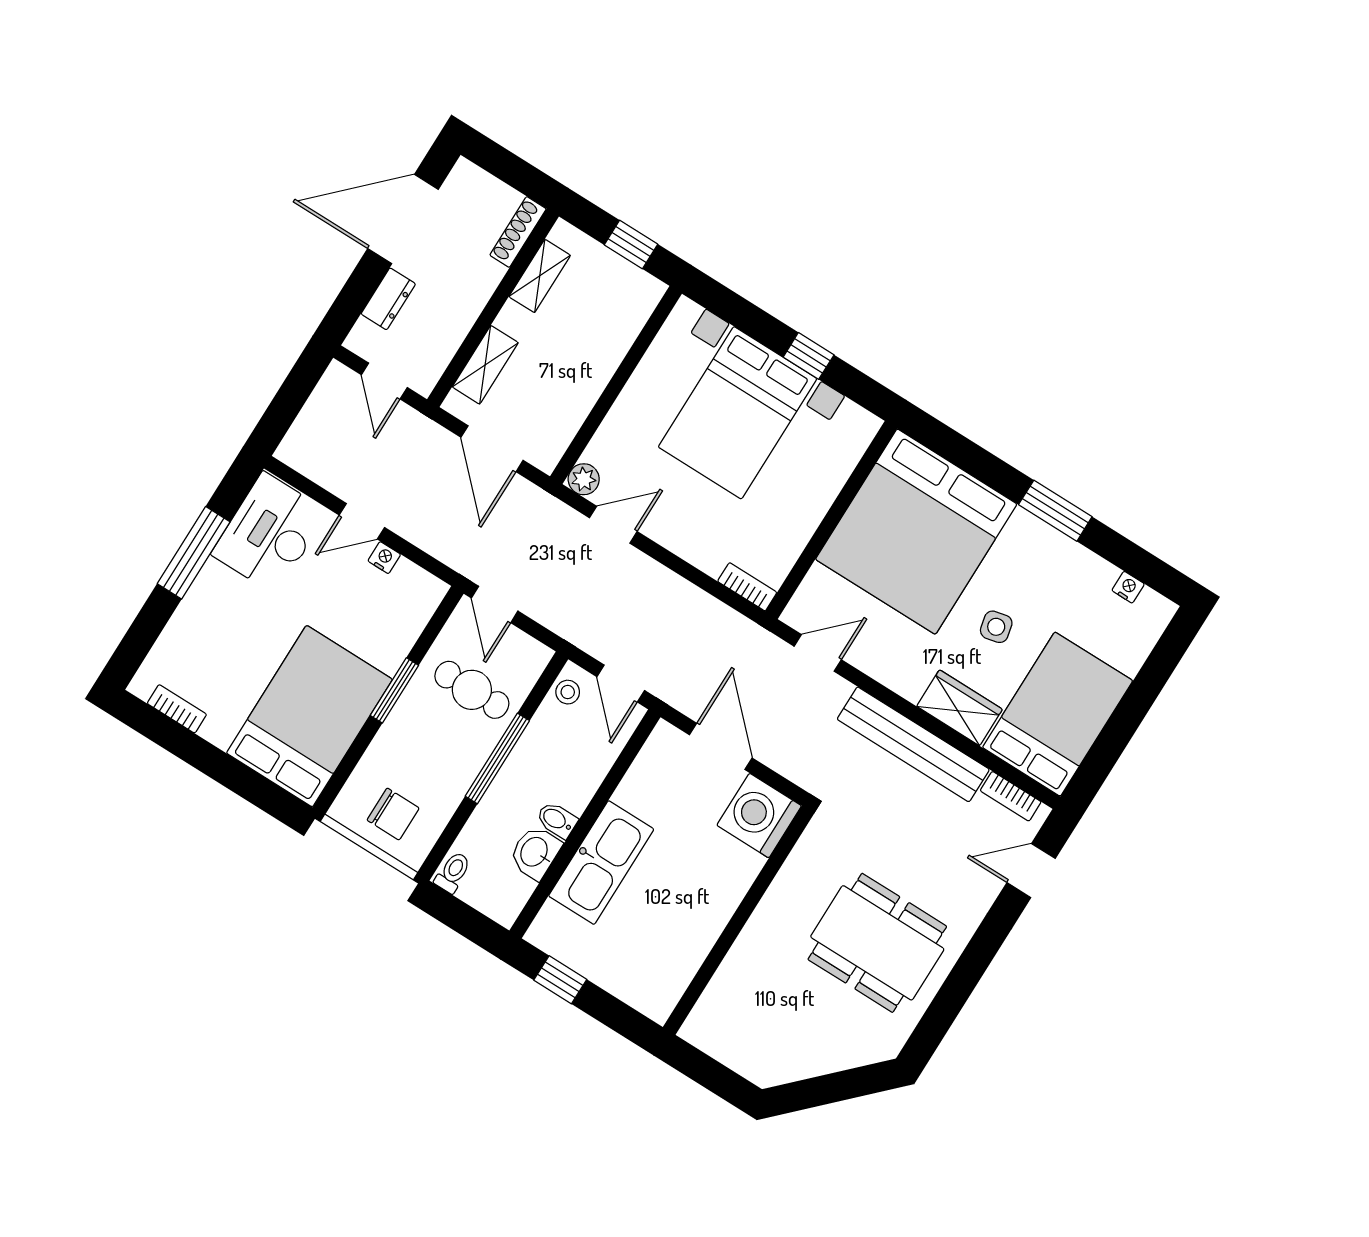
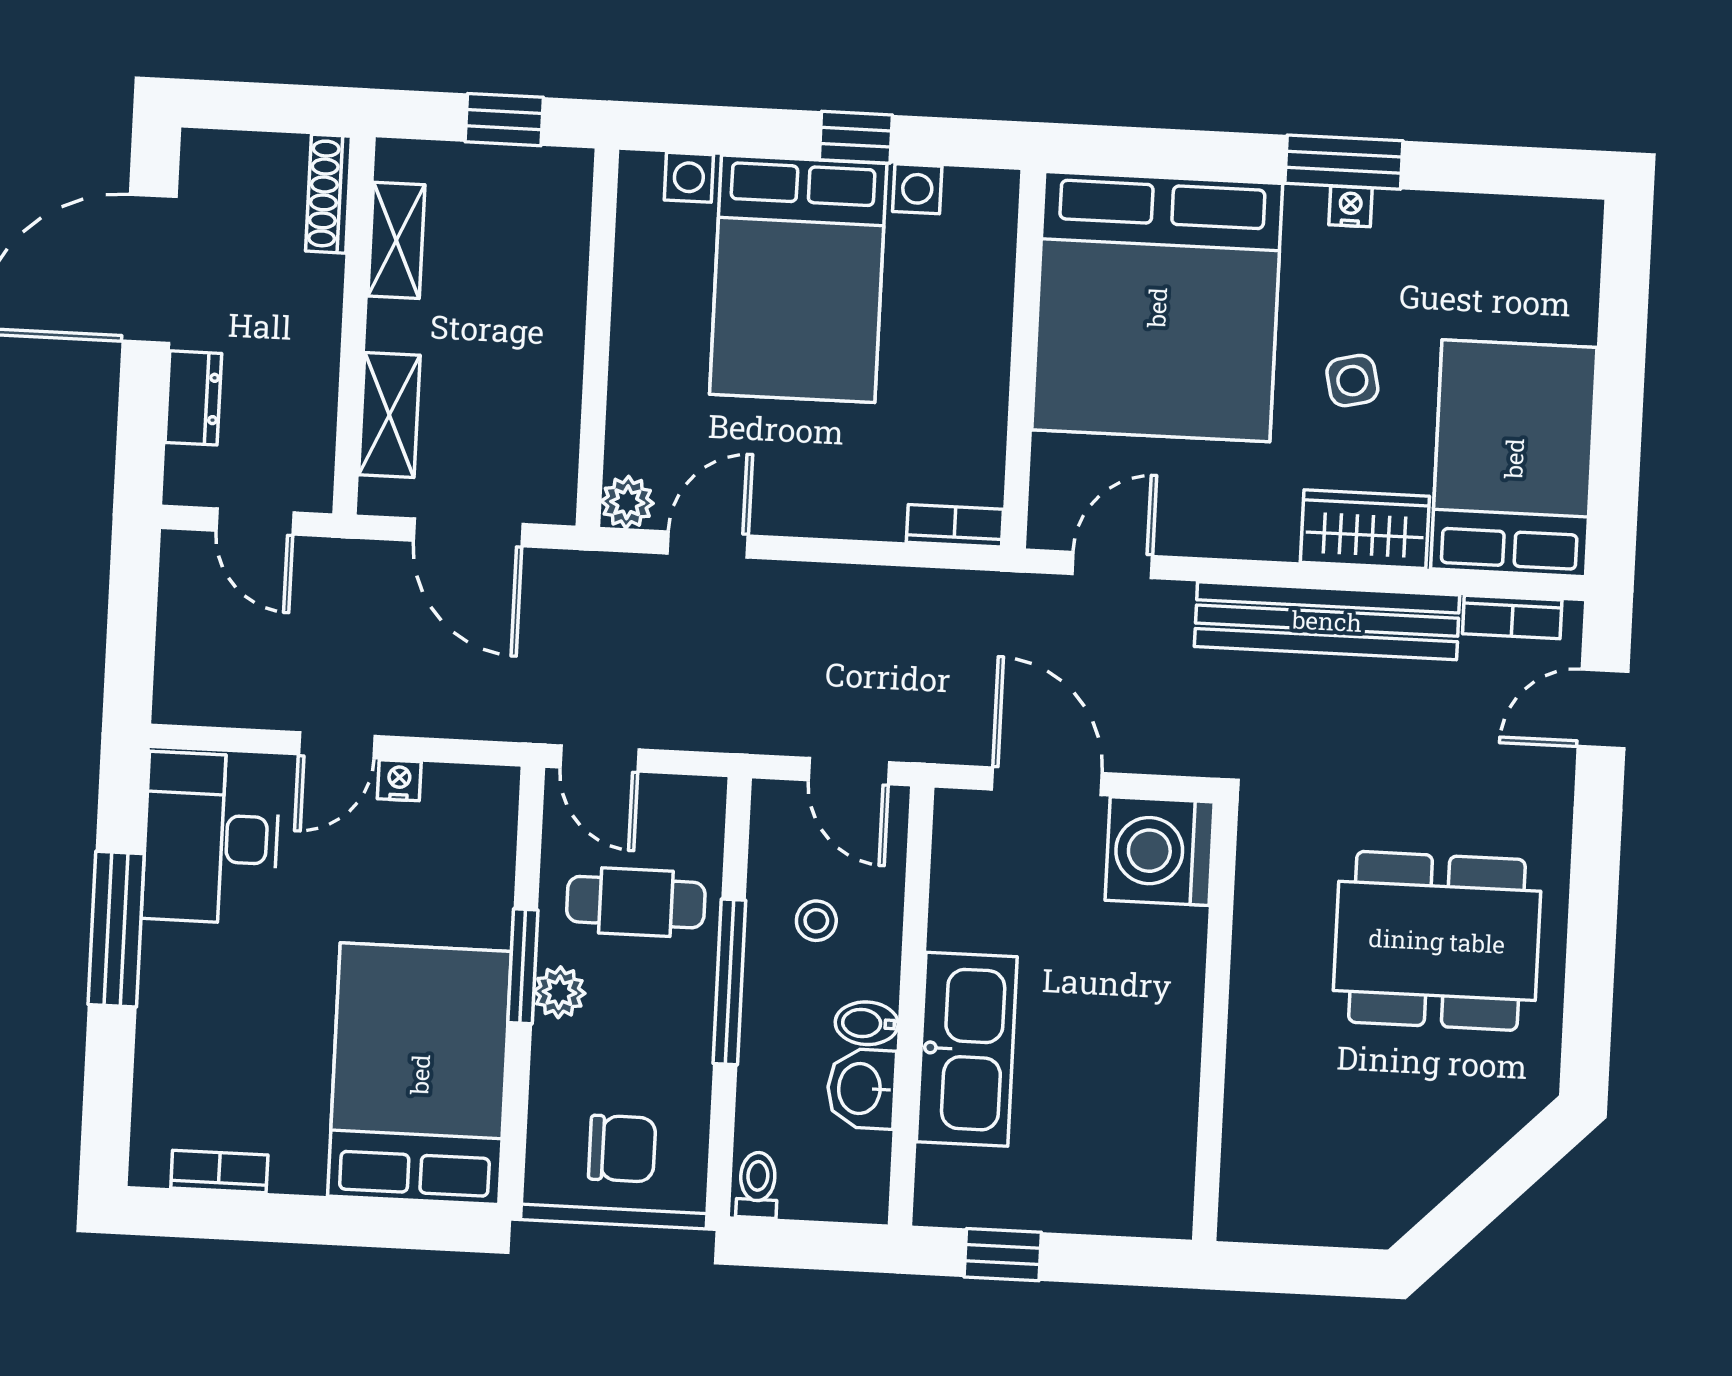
nightstand: (1128, 587) -> (1350, 206), moved
stool: (568, 692) -> (816, 921), moved
plant: (406, 714) -> (559, 992), added

